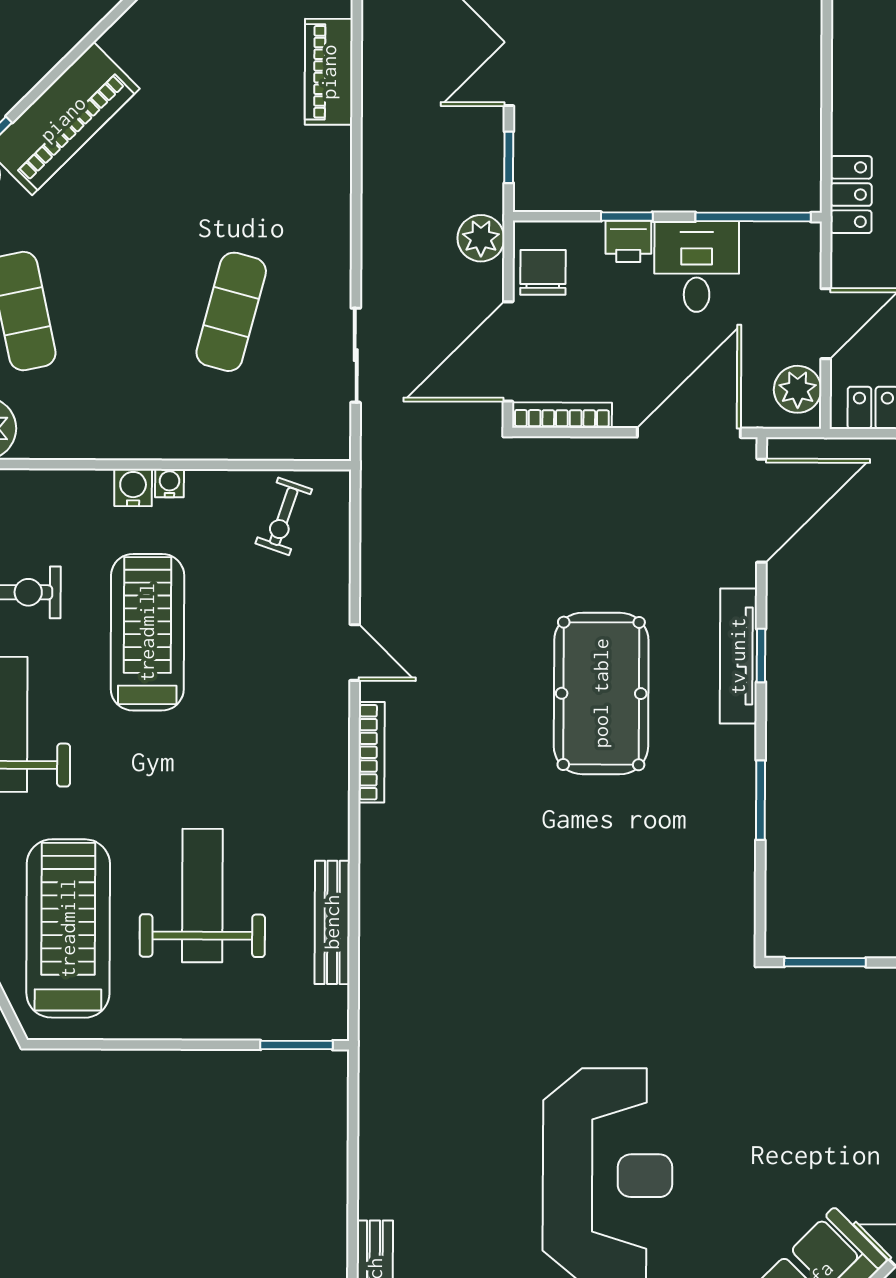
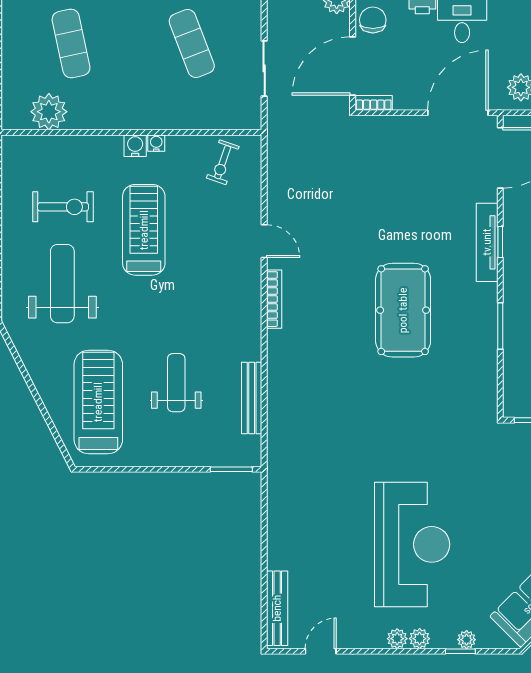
exercise mat: (231, 312) -> (192, 44), turned -36
bookcase: (562, 415) -> (374, 103), width x0.64
pool table: (601, 693) -> (403, 310), moved
weight bench: (202, 896) -> (176, 383), width x0.73, depth x0.75

